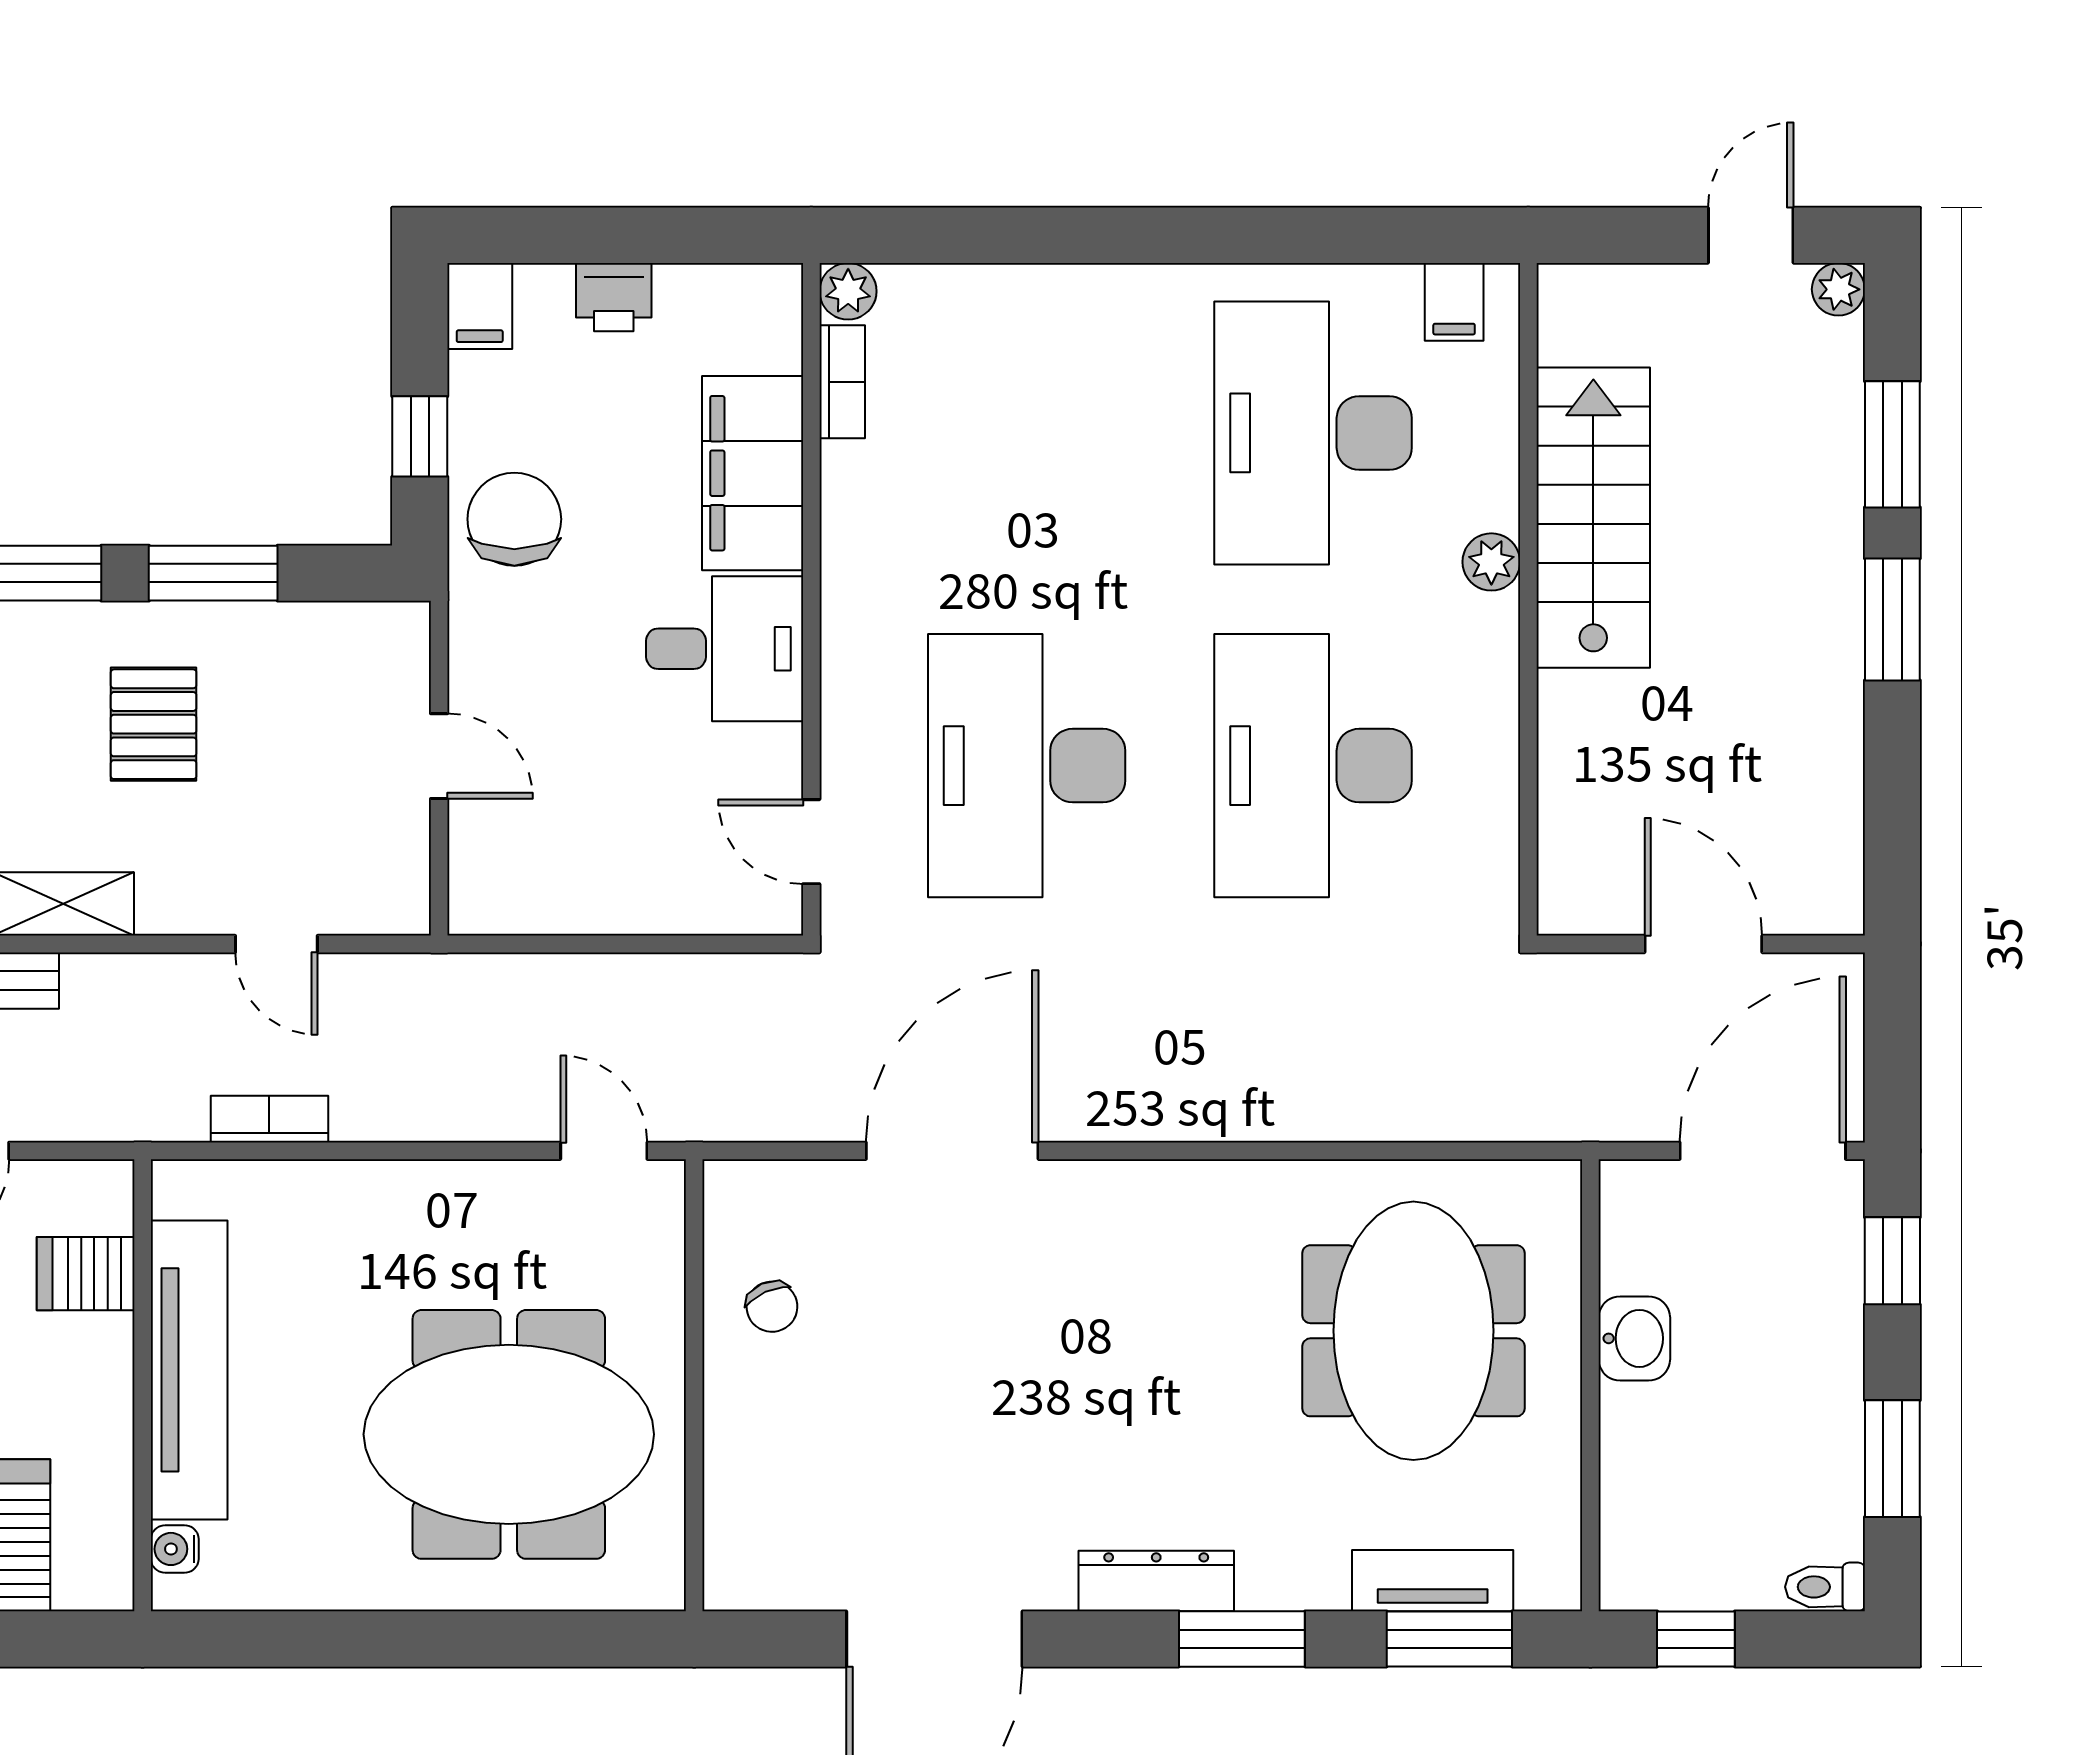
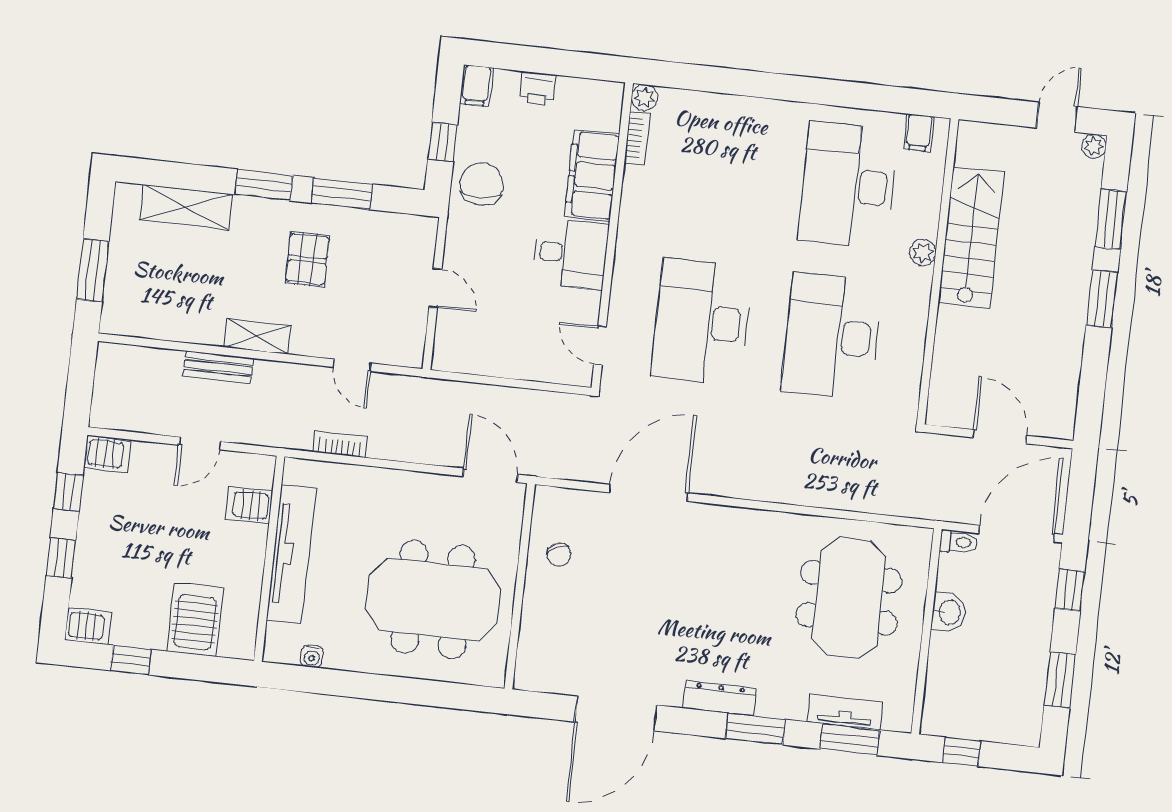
door: (604, 1151) -> (490, 475), width x1.38
water cooler: (175, 1549) -> (312, 656), moved, turned -90
toilet: (1825, 1587) -> (958, 542), moved, turned 180

